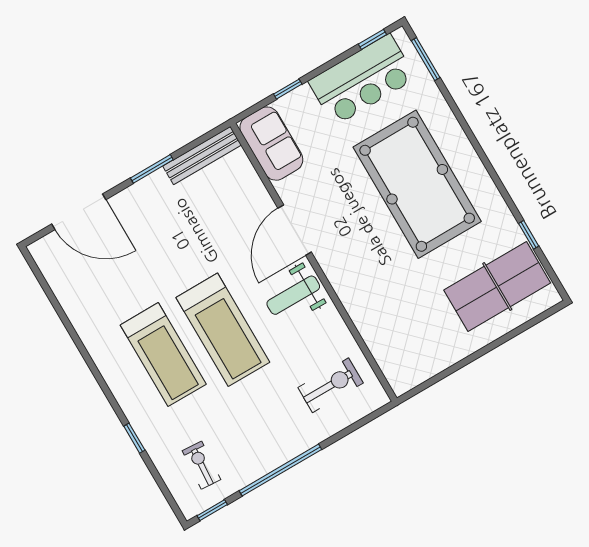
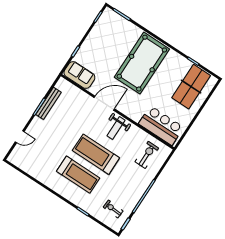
bar counter: (362, 80) -> (161, 125), moved, turned -90
bench: (202, 156) -> (48, 103), moved
pool table: (417, 184) -> (142, 63), turned 90
door: (79, 212) -> (20, 137), width x0.53
door: (295, 230) -> (104, 103), swing flipped
treadmill: (223, 330) -> (96, 154), turned 180

